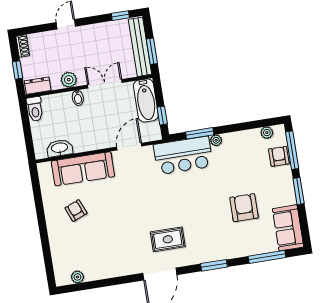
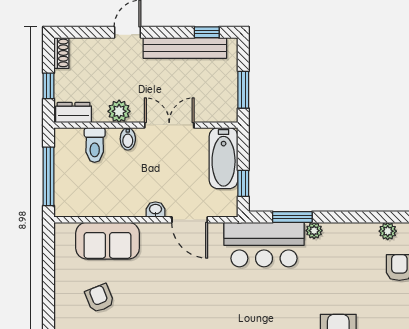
bench: (140, 47) -> (185, 48), moved, turned 90
toilet: (35, 109) -> (95, 145), moved
window: (27, 132) -> (49, 176), added
door: (129, 147) -> (190, 220), swing flipped
washbasin: (60, 148) -> (155, 210), moved, width x0.52, depth x0.69
sofa: (83, 169) -> (108, 241), width x0.73

